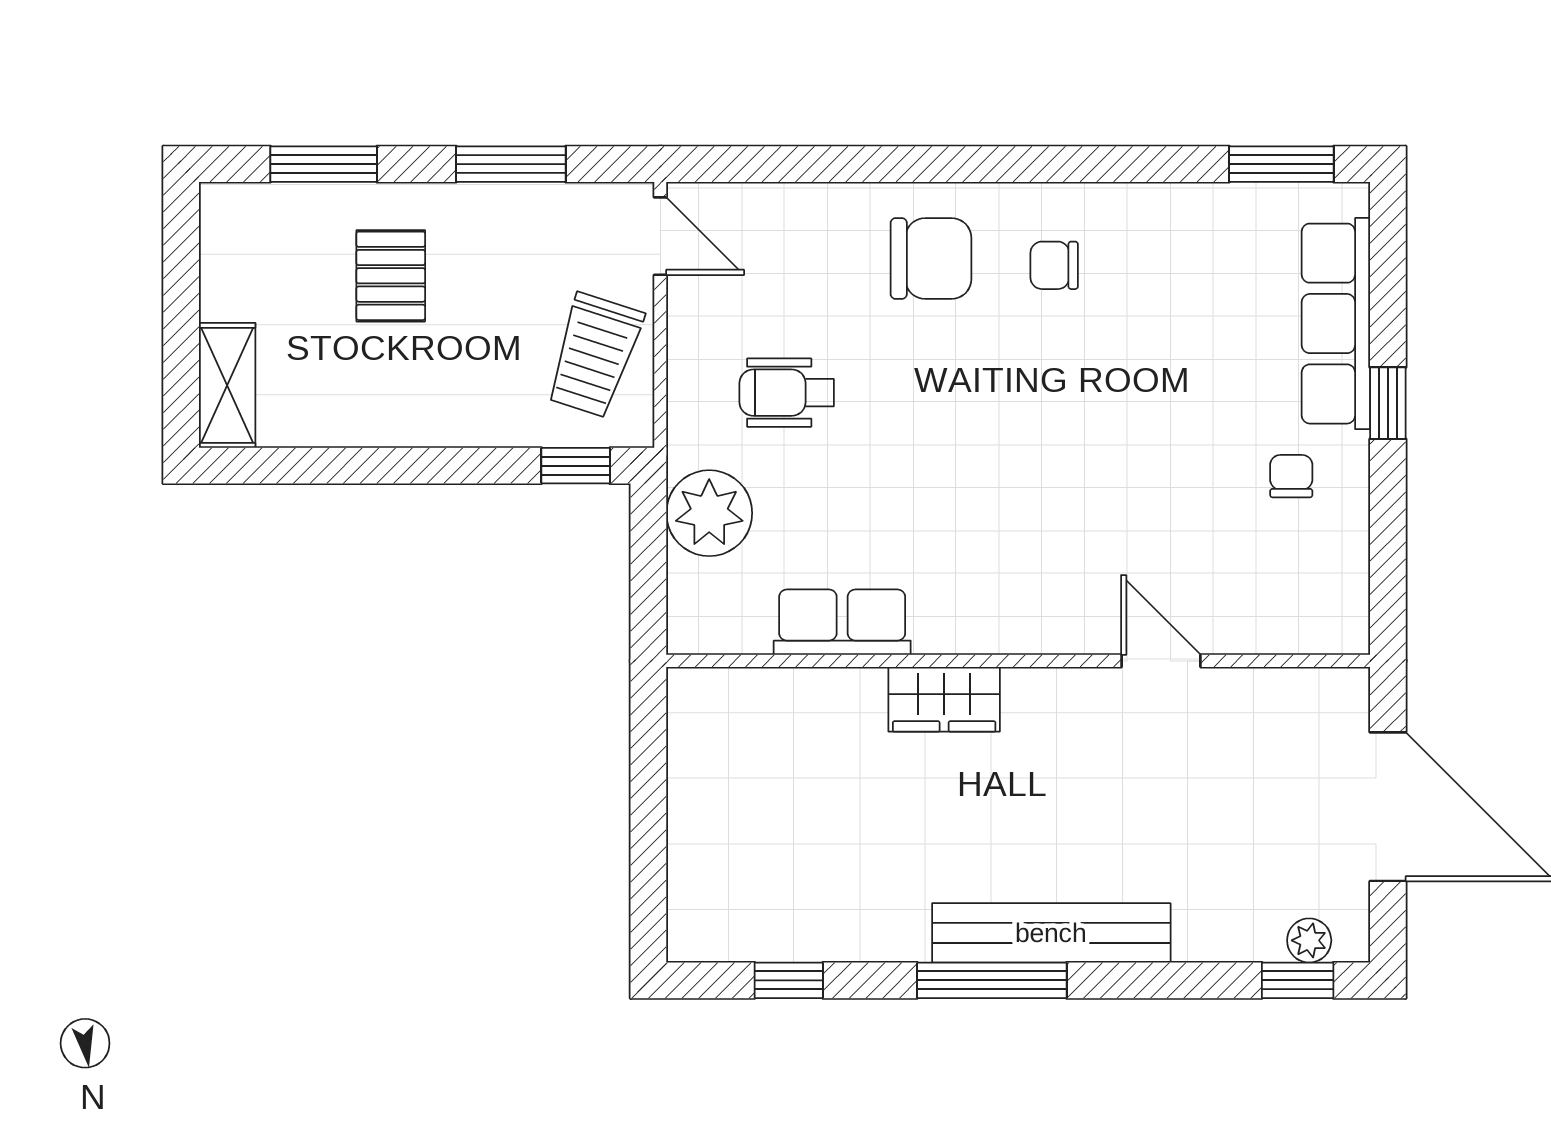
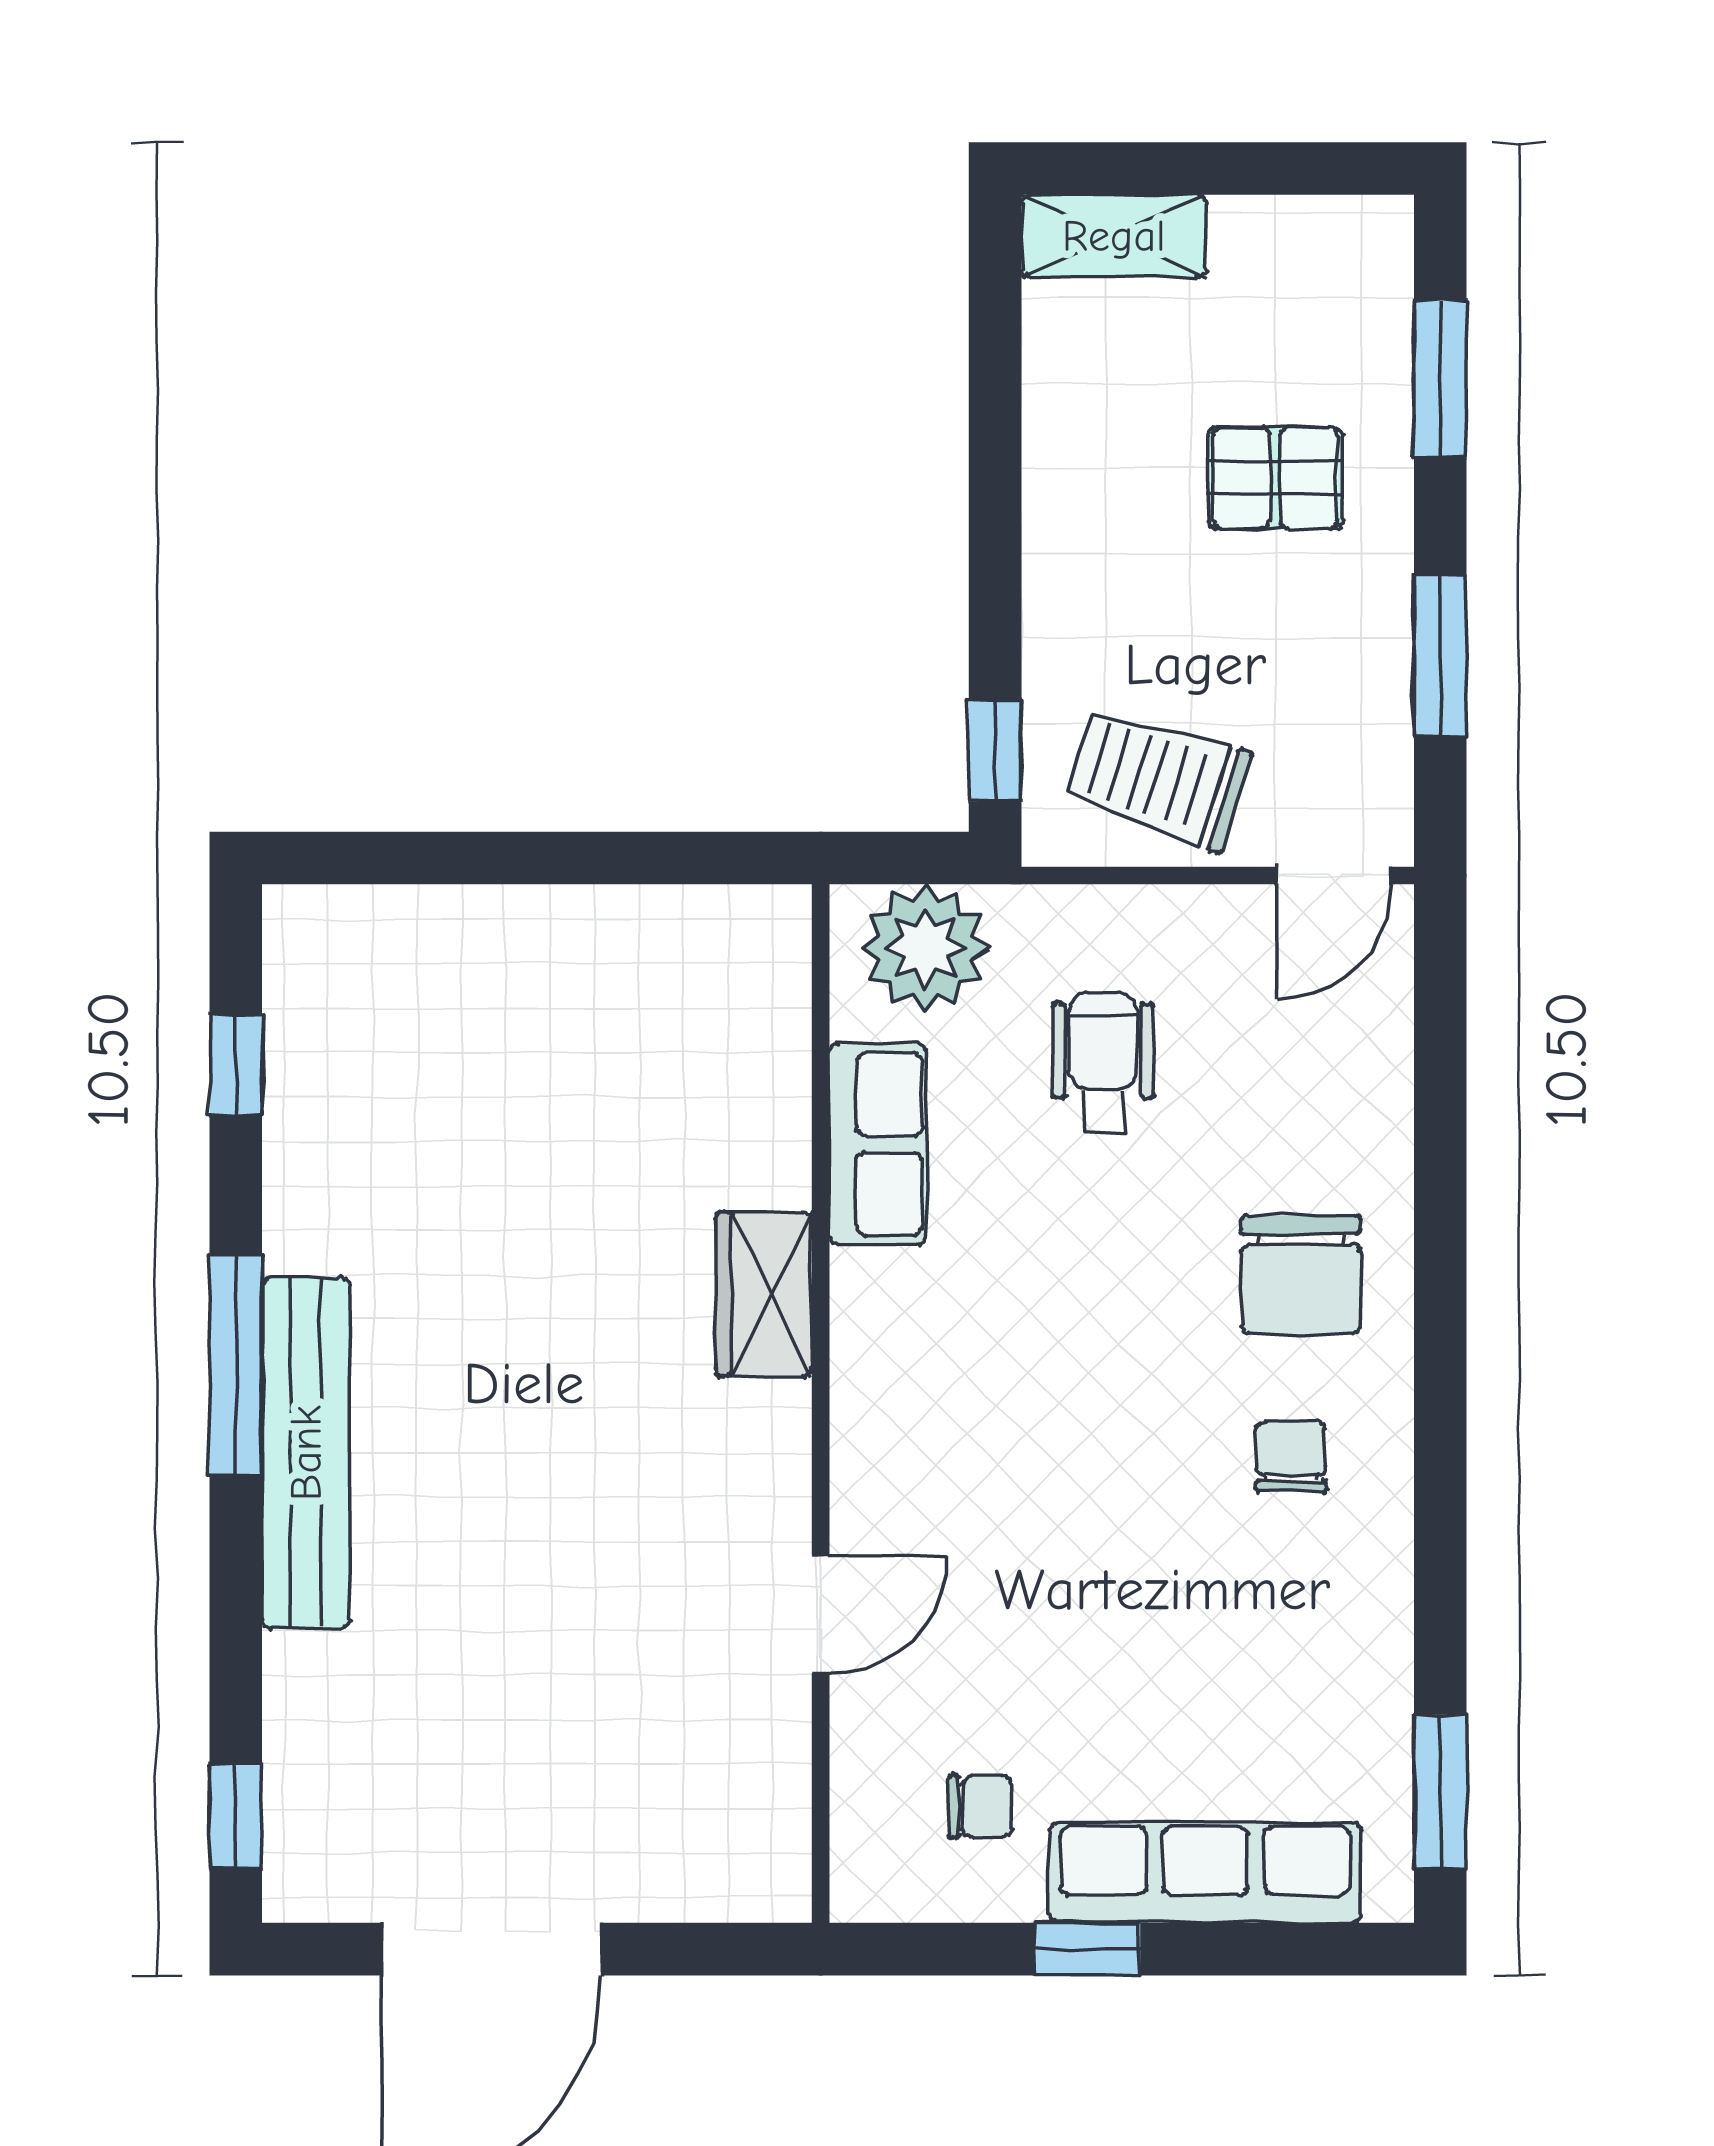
row of seats: (842, 622) -> (878, 1144), moved
wall: (1018, 661) -> (821, 1404), moved
door: (1161, 661) -> (821, 1614), moved
wardrobe: (944, 699) -> (764, 1294), moved
plant: (1309, 940) -> (295, 1833), removed

